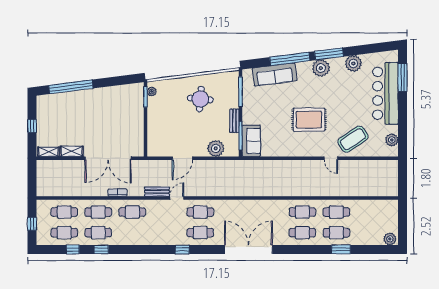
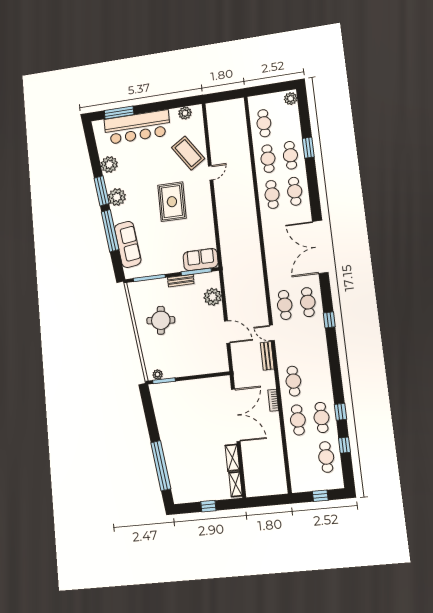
cafe table: (64, 212) -> (264, 123), moved

